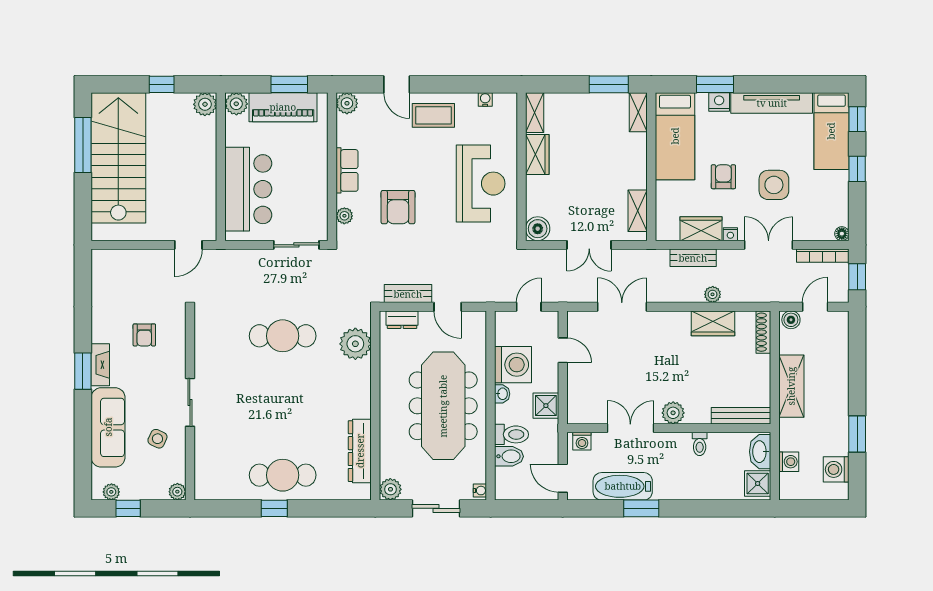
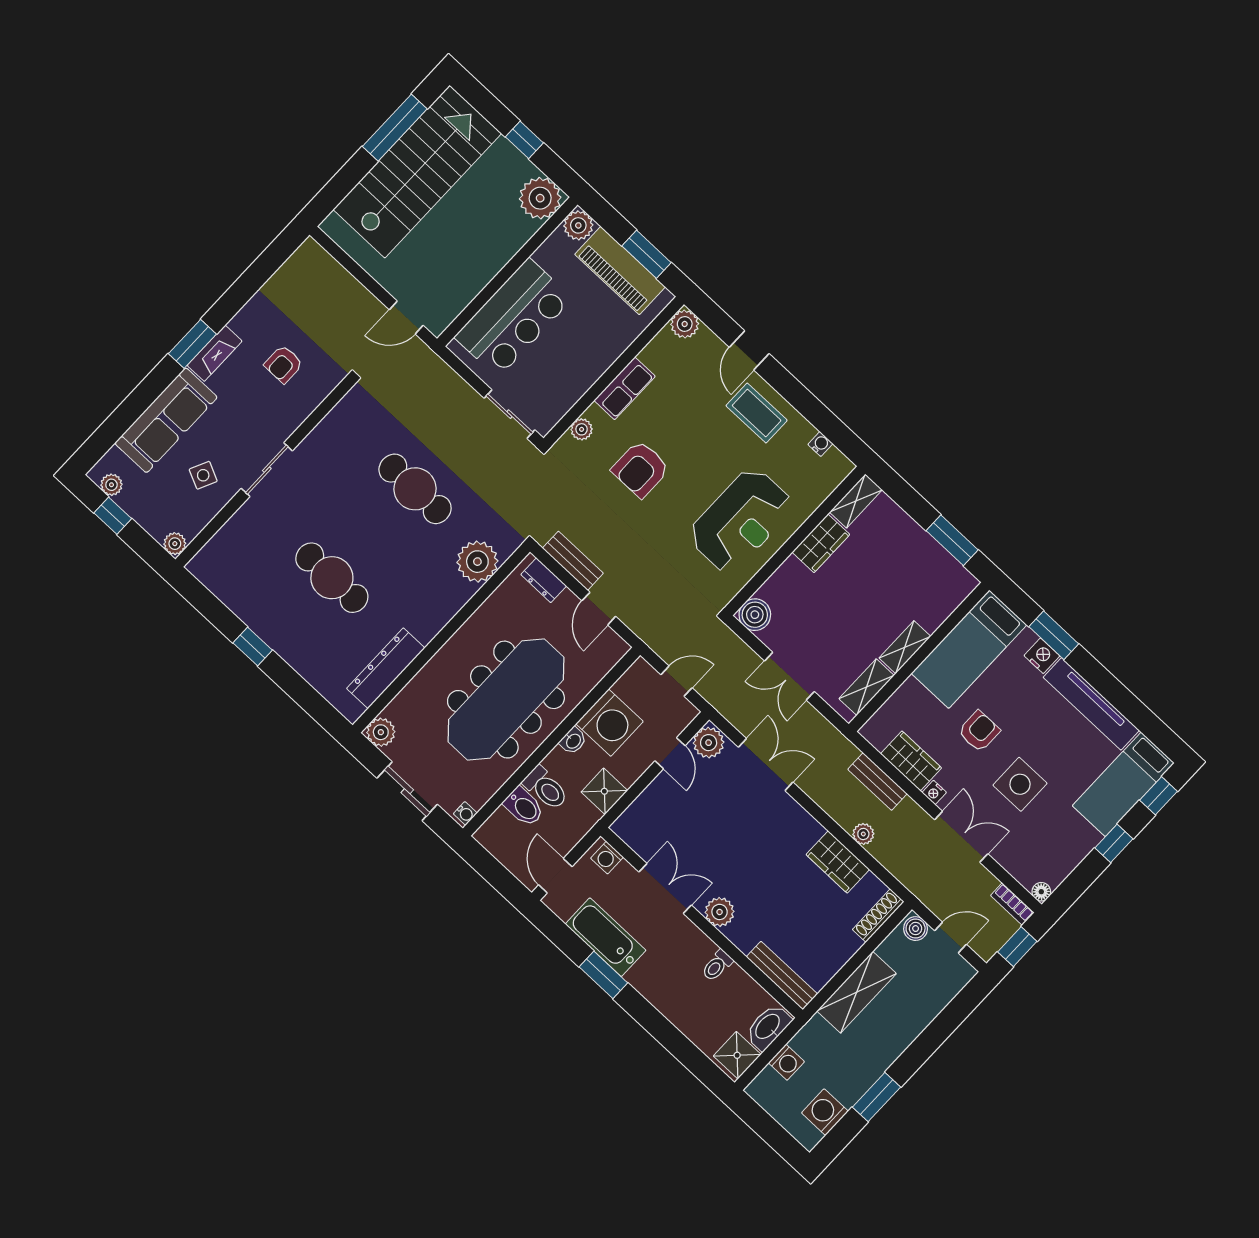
plant: (205, 104) -> (540, 198), width x1.36, depth x1.36
shelving: (638, 112) -> (905, 647), moved
bookcase: (823, 256) -> (1012, 904), width x0.64
plant: (579, 324) -> (709, 743), added
cafe table: (283, 475) -> (332, 578), moved

